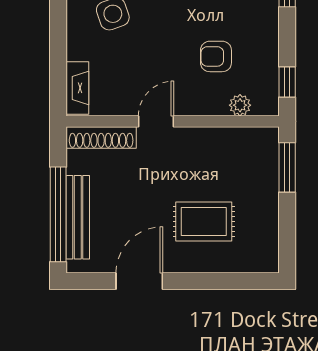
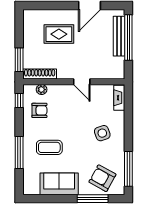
armchair: (216, 56) -> (39, 110), moved
door: (156, 121) -> (82, 82), hinge flipped
shoe rack: (101, 138) -> (40, 74), moved

